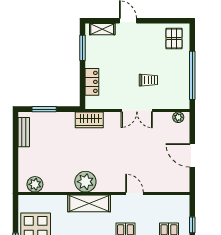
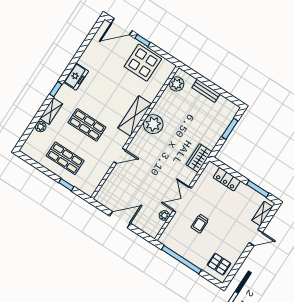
plant: (178, 117) -> (164, 215), moved
bench: (24, 132) -> (206, 91), moved

